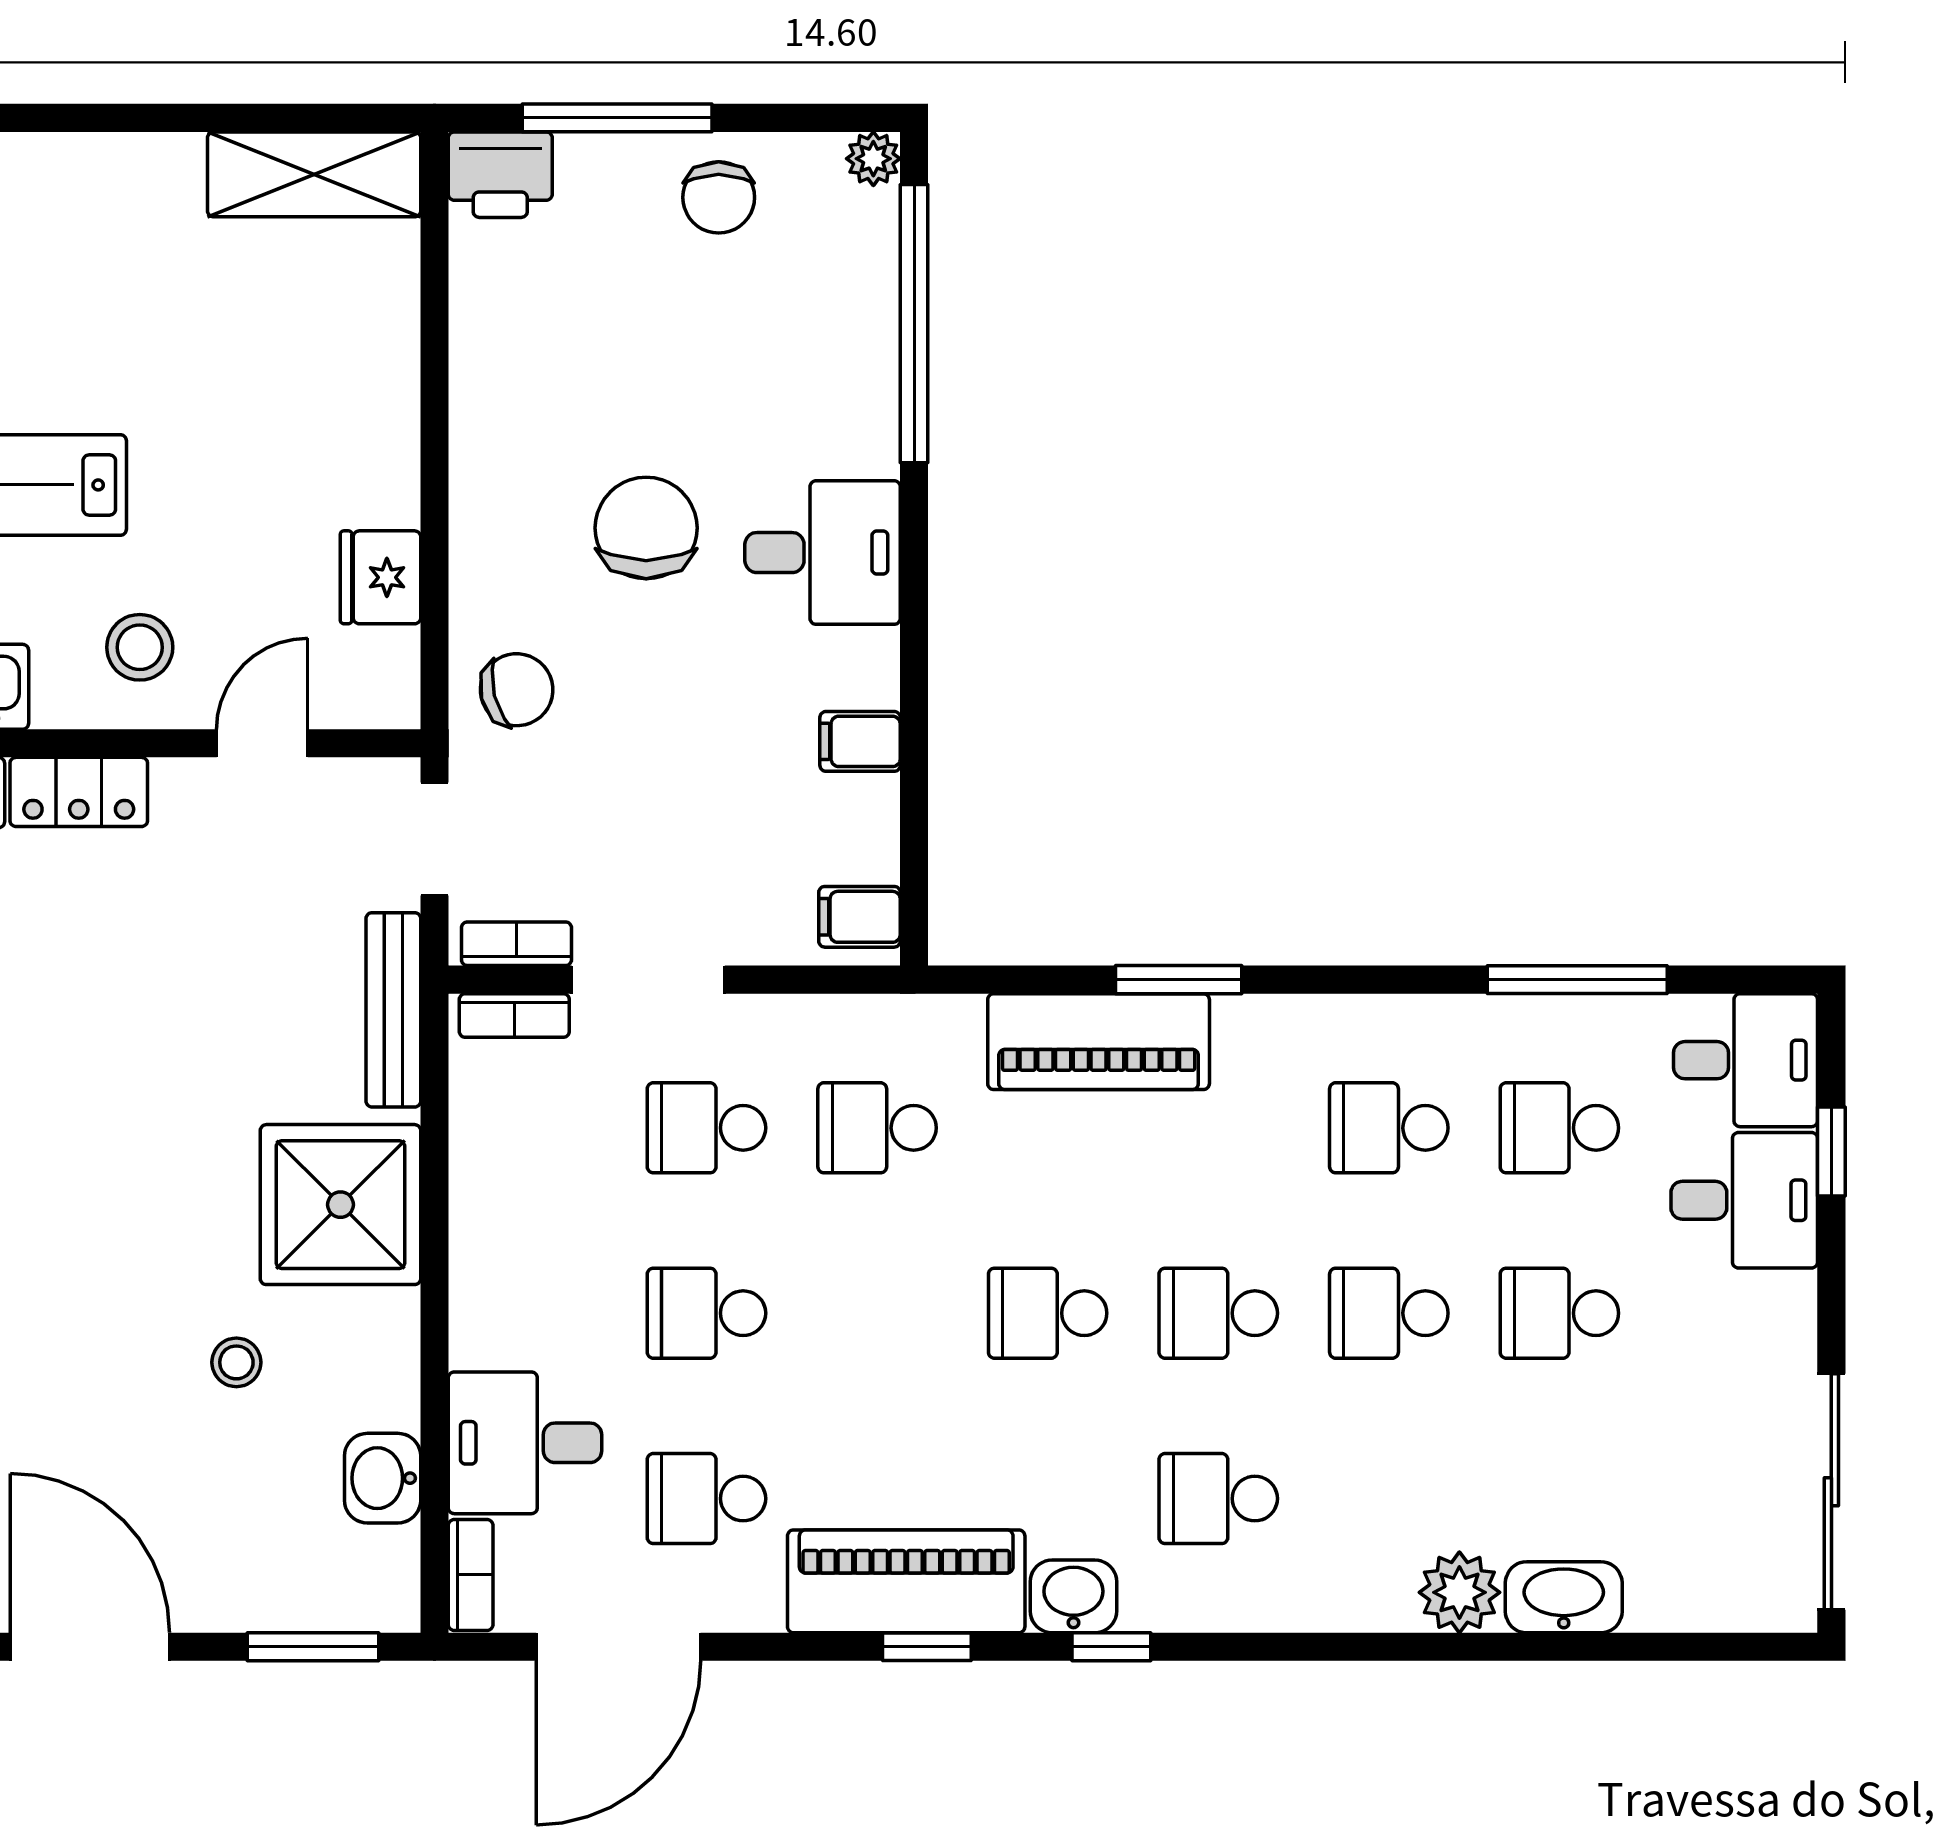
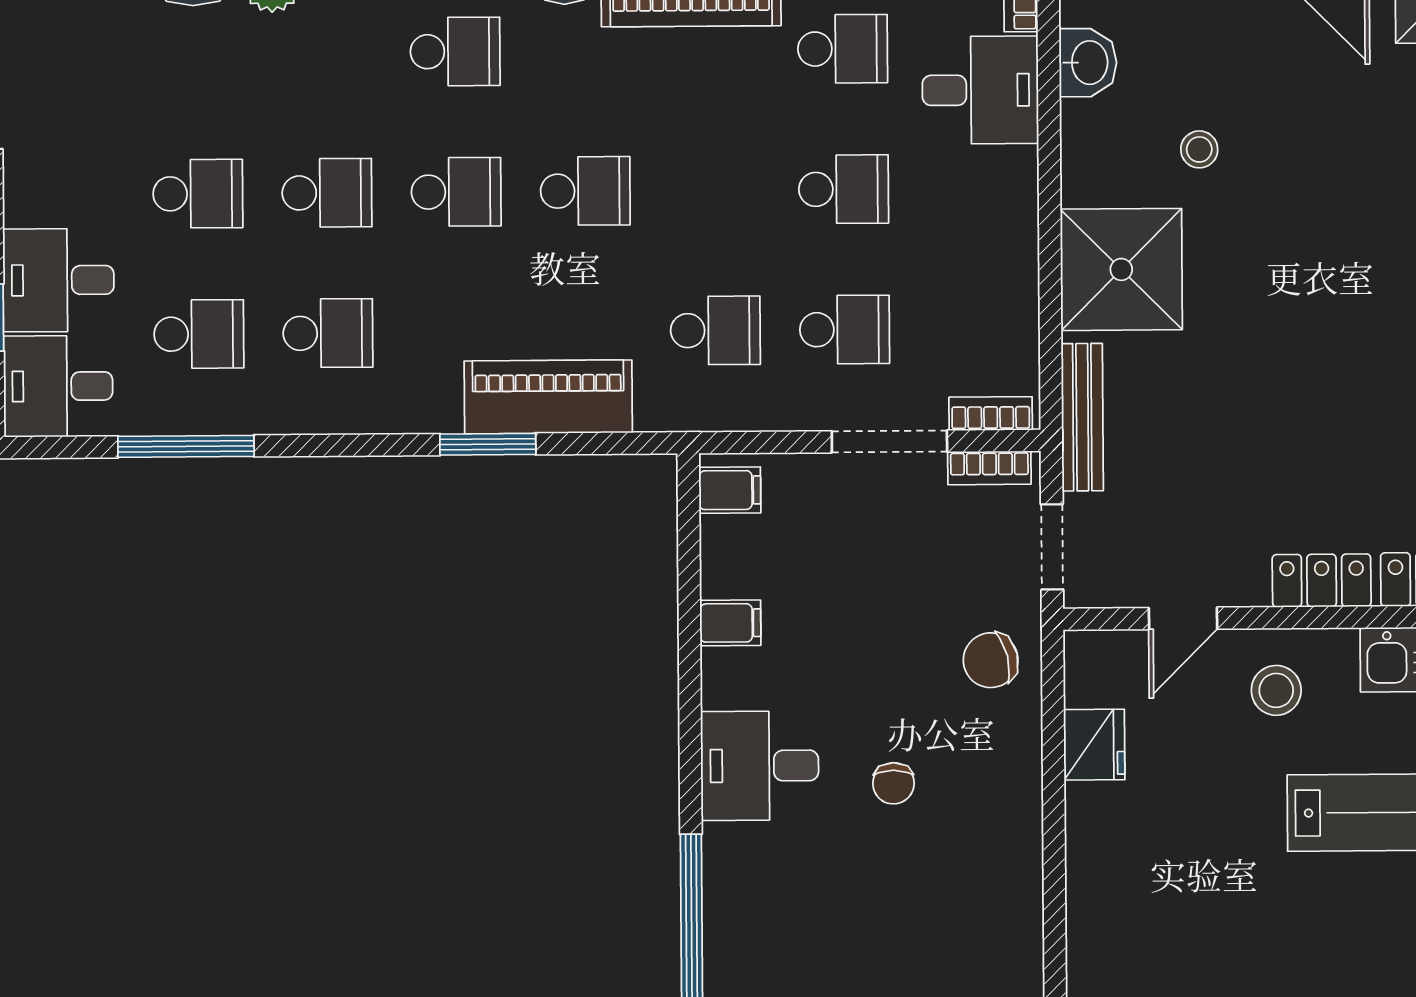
chair: (646, 528) -> (893, 783), width x0.54, depth x0.54

